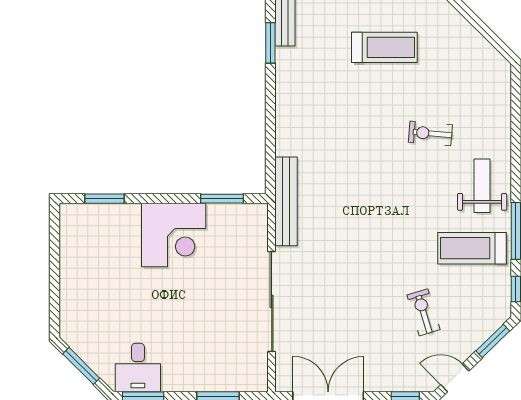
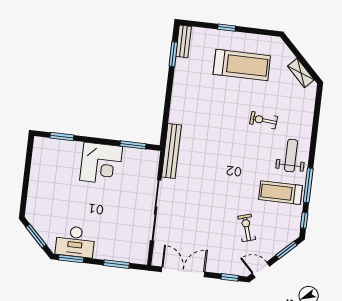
treadmill: (384, 47) -> (242, 65), width x1.37, depth x1.38
shelving: (482, 49) -> (301, 73), added
desk: (138, 367) -> (75, 242), width x1.37

